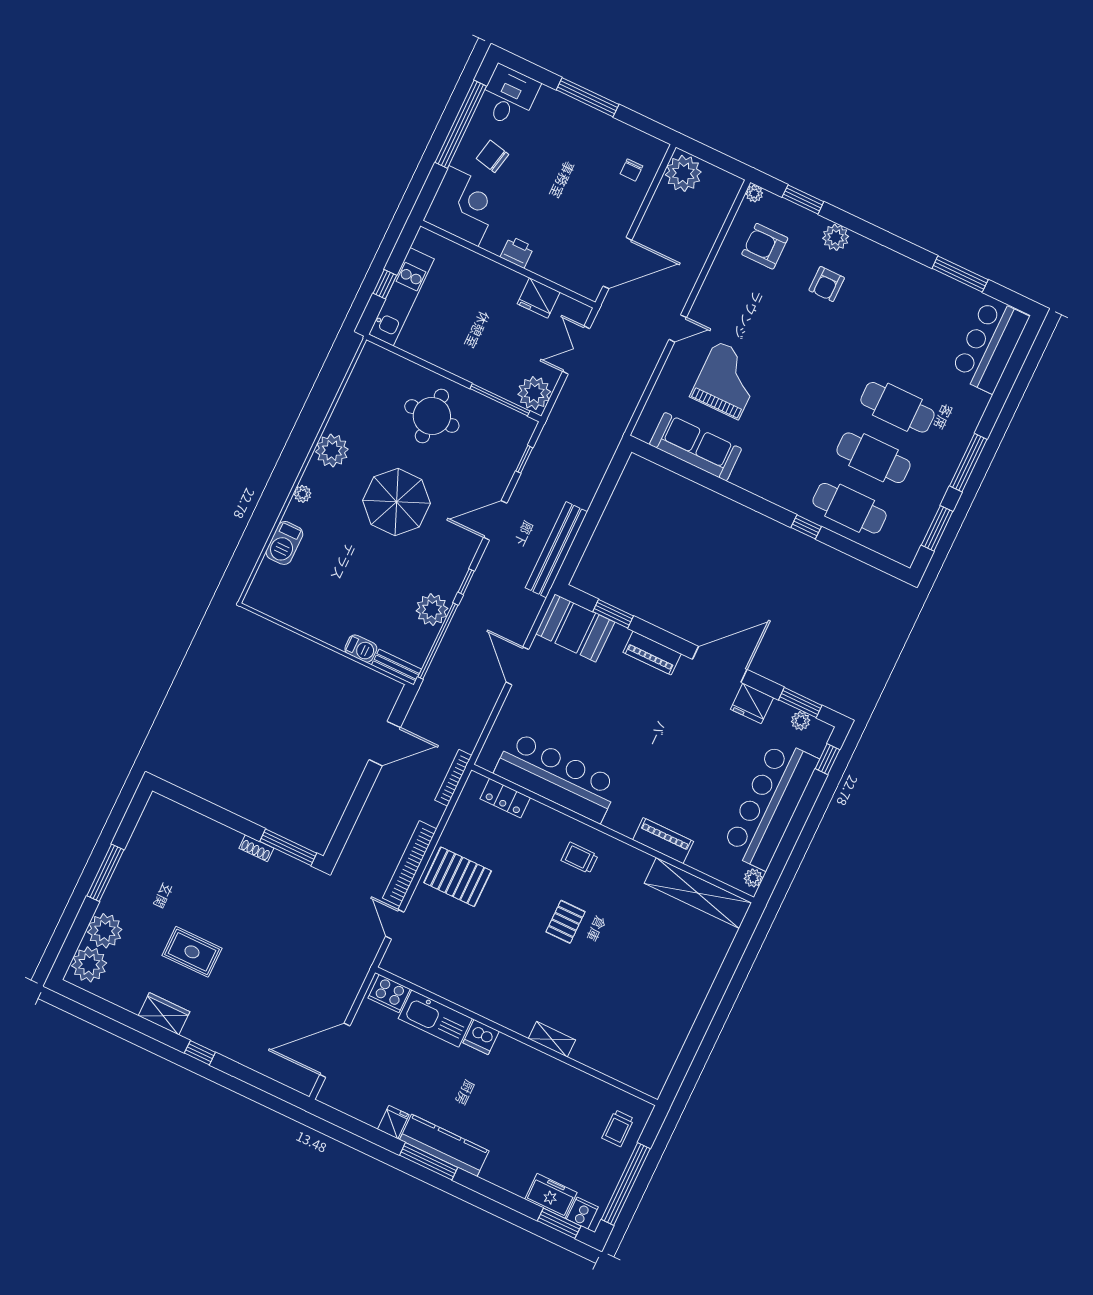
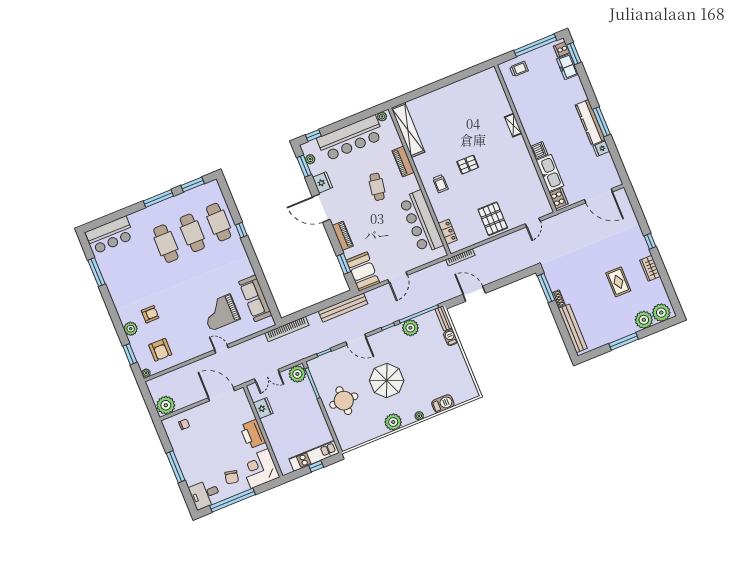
printer: (517, 252) -> (253, 434), width x1.87, depth x1.48
cafe table: (667, 769) -> (377, 187), added
bench: (196, 824) -> (573, 328), added
bookcase: (410, 863) -> (287, 329), moved

